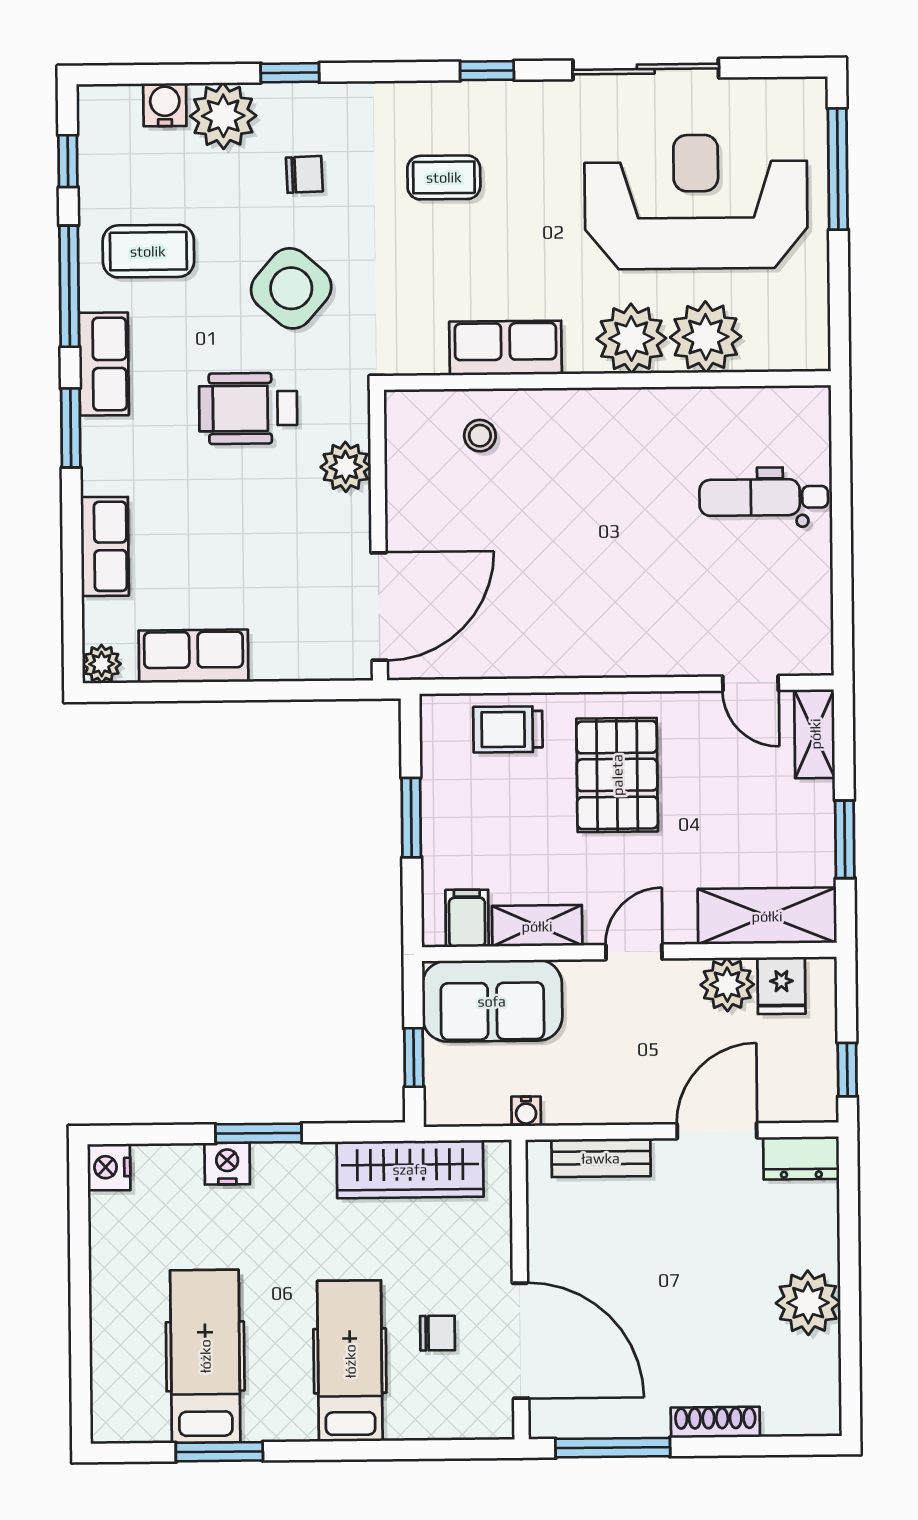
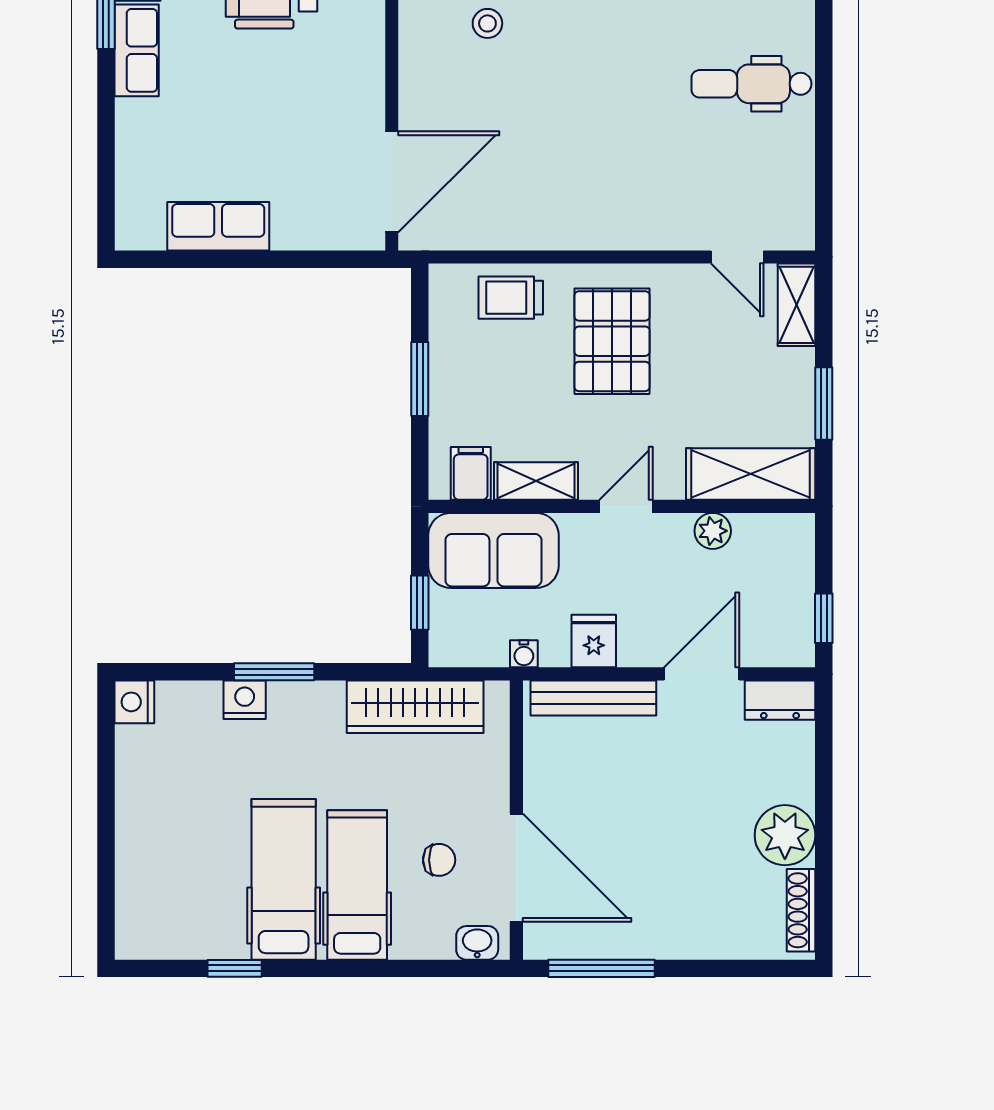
plant: (346, 467) -> (362, 51), removed
row of seats: (105, 546) -> (137, 50), moved
plant: (102, 664) -> (132, 233), removed
plant: (727, 985) -> (713, 531), width x0.73, depth x0.73
fridge: (781, 986) -> (594, 641), moved, turned 180
bench: (601, 1158) -> (593, 698), width x1.36
hospital bed: (205, 1356) -> (284, 879), moved
washbasin: (479, 1422) -> (477, 943), added
shoe rack: (715, 1422) -> (801, 910), moved, turned -90
window: (219, 1452) -> (235, 968), width x0.67

